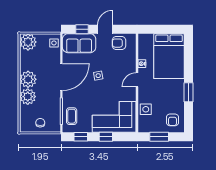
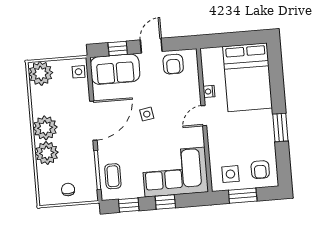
armchair: (119, 43) -> (173, 64), turned -90
side table: (146, 109) -> (230, 174), moved

